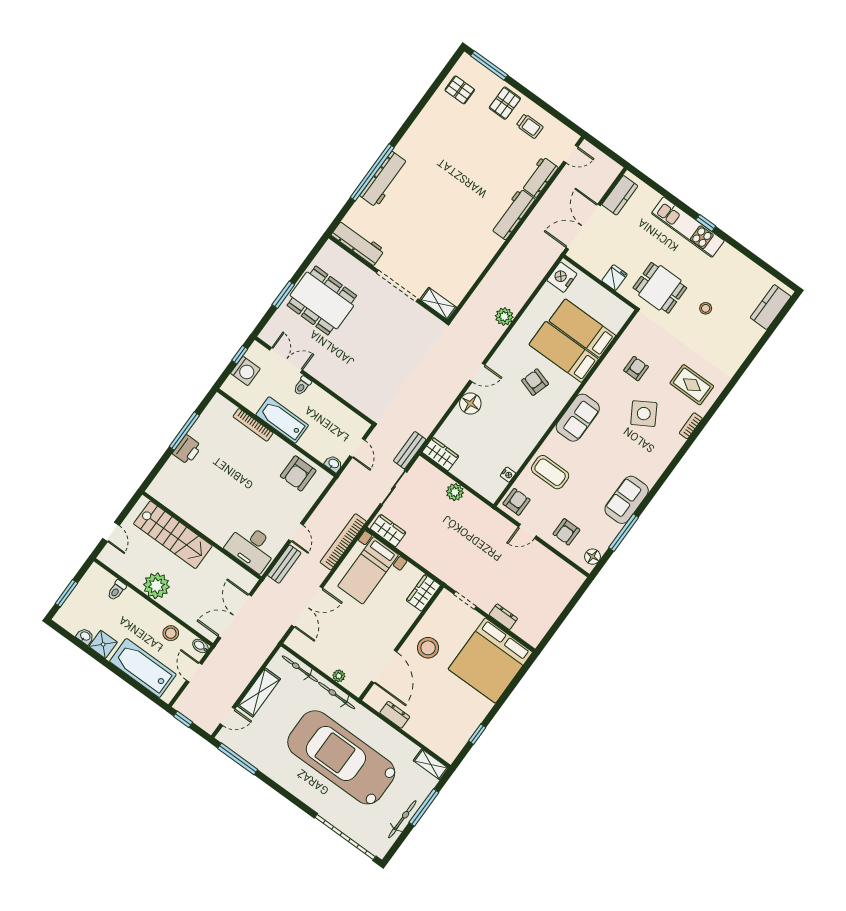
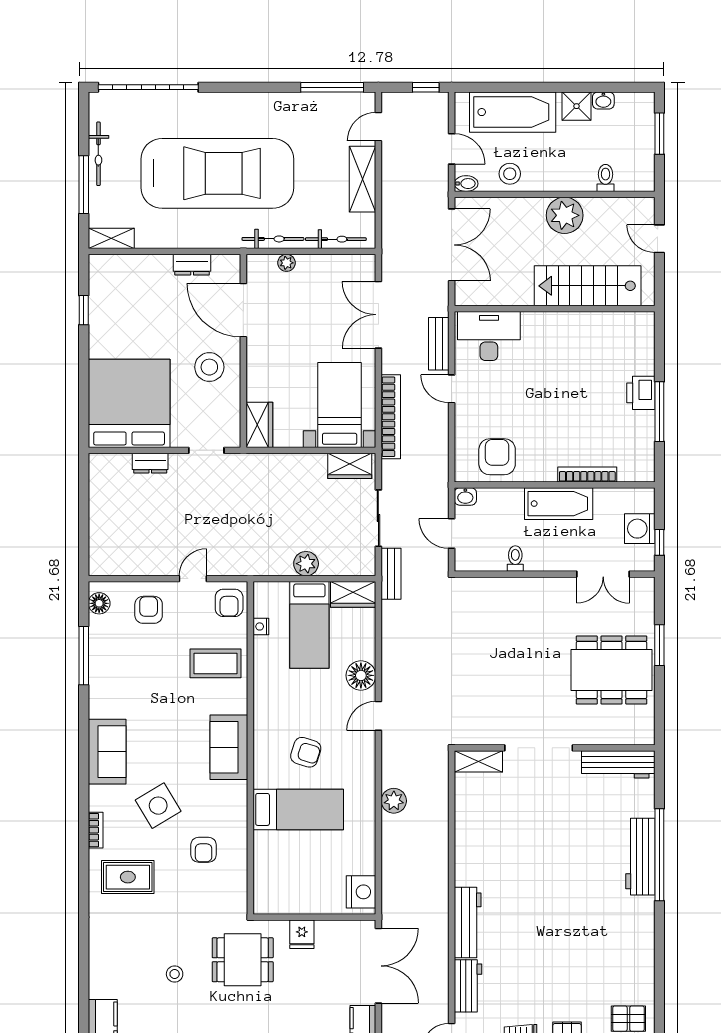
bed: (582, 328) -> (309, 625), moved, turned 90
toilet: (302, 386) -> (515, 558), moved
sofa: (627, 500) -> (107, 752), moved

